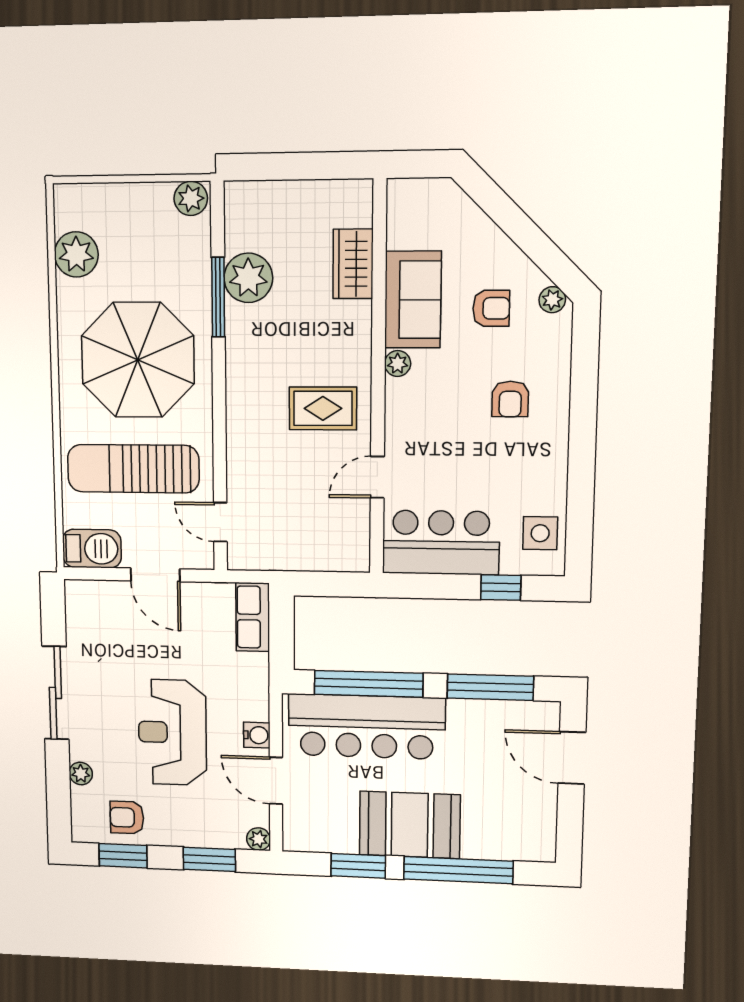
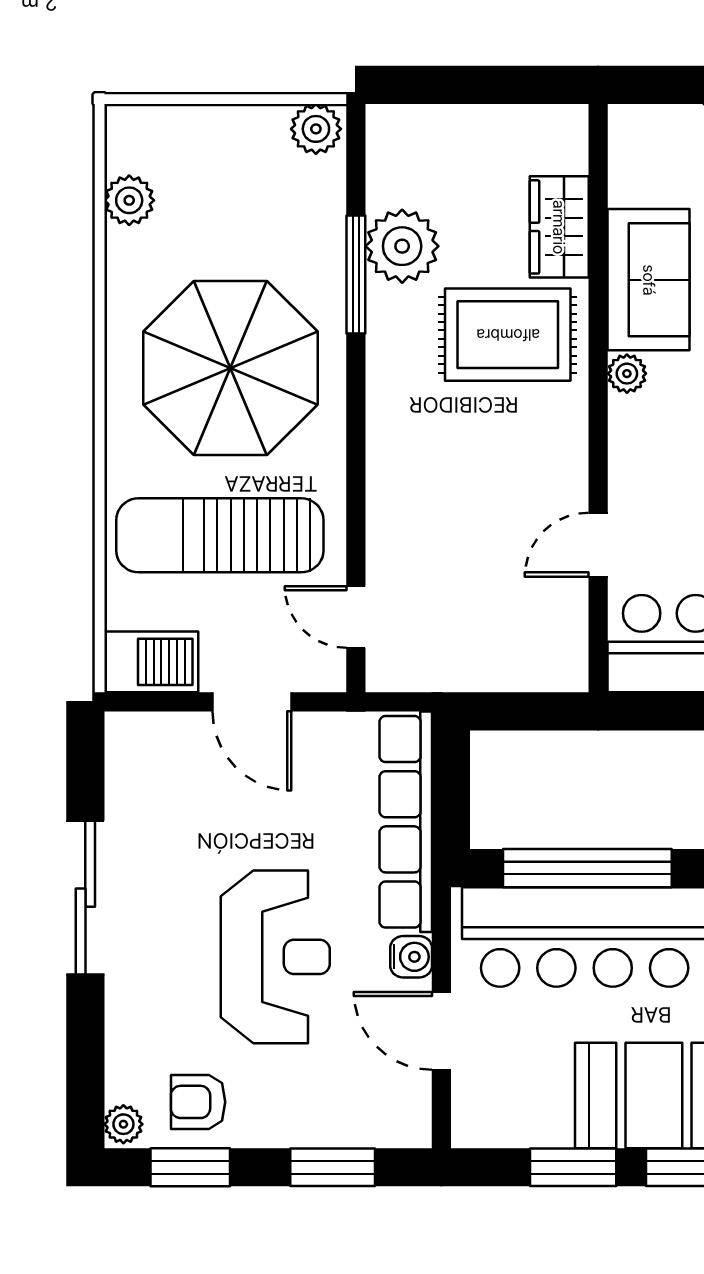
plant: (76, 254) -> (129, 200), width x0.73, depth x0.73
rug: (323, 408) -> (508, 335), moved, width x1.36, depth x1.43
row of seats: (253, 617) -> (406, 822), width x2.02
reception desk: (172, 732) -> (275, 957), turned 180
plant: (81, 774) -> (123, 1124), moved
plant: (258, 839) -> (413, 1129), removed

